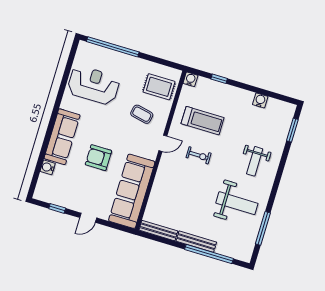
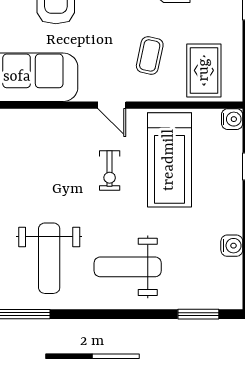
treadmill: (203, 121) -> (169, 160), width x1.37, depth x1.38
weight bench: (255, 161) -> (128, 267), width x1.36, depth x1.33

